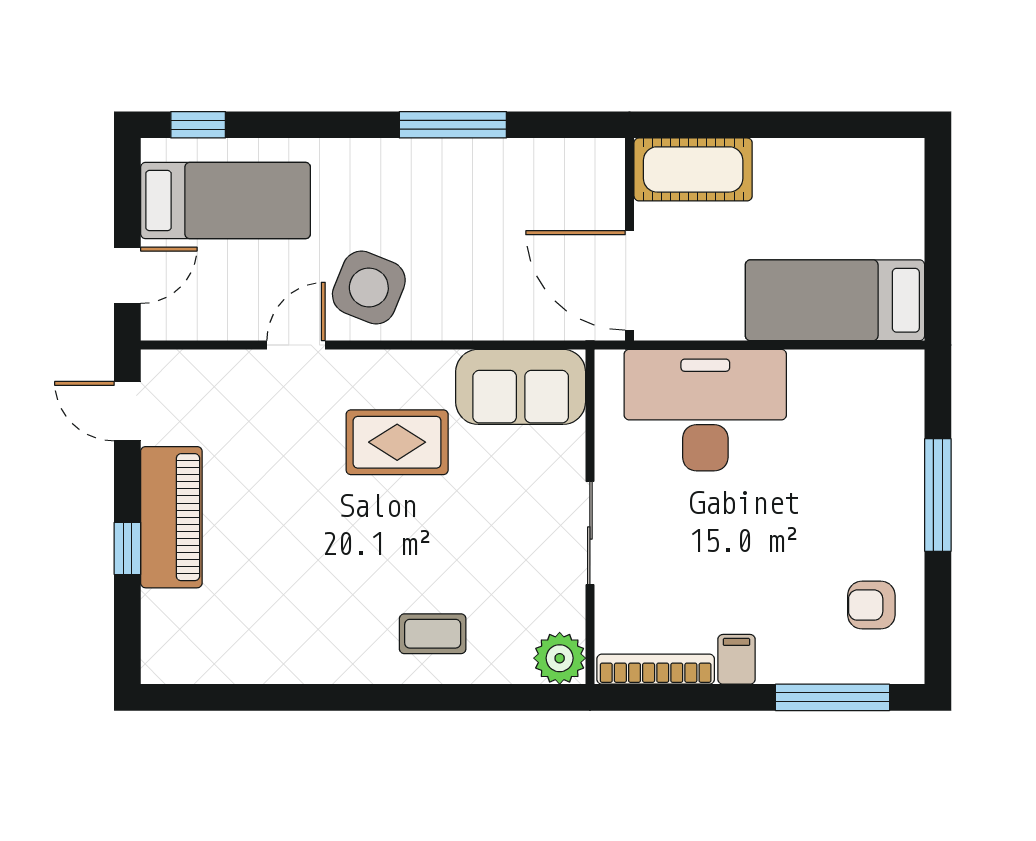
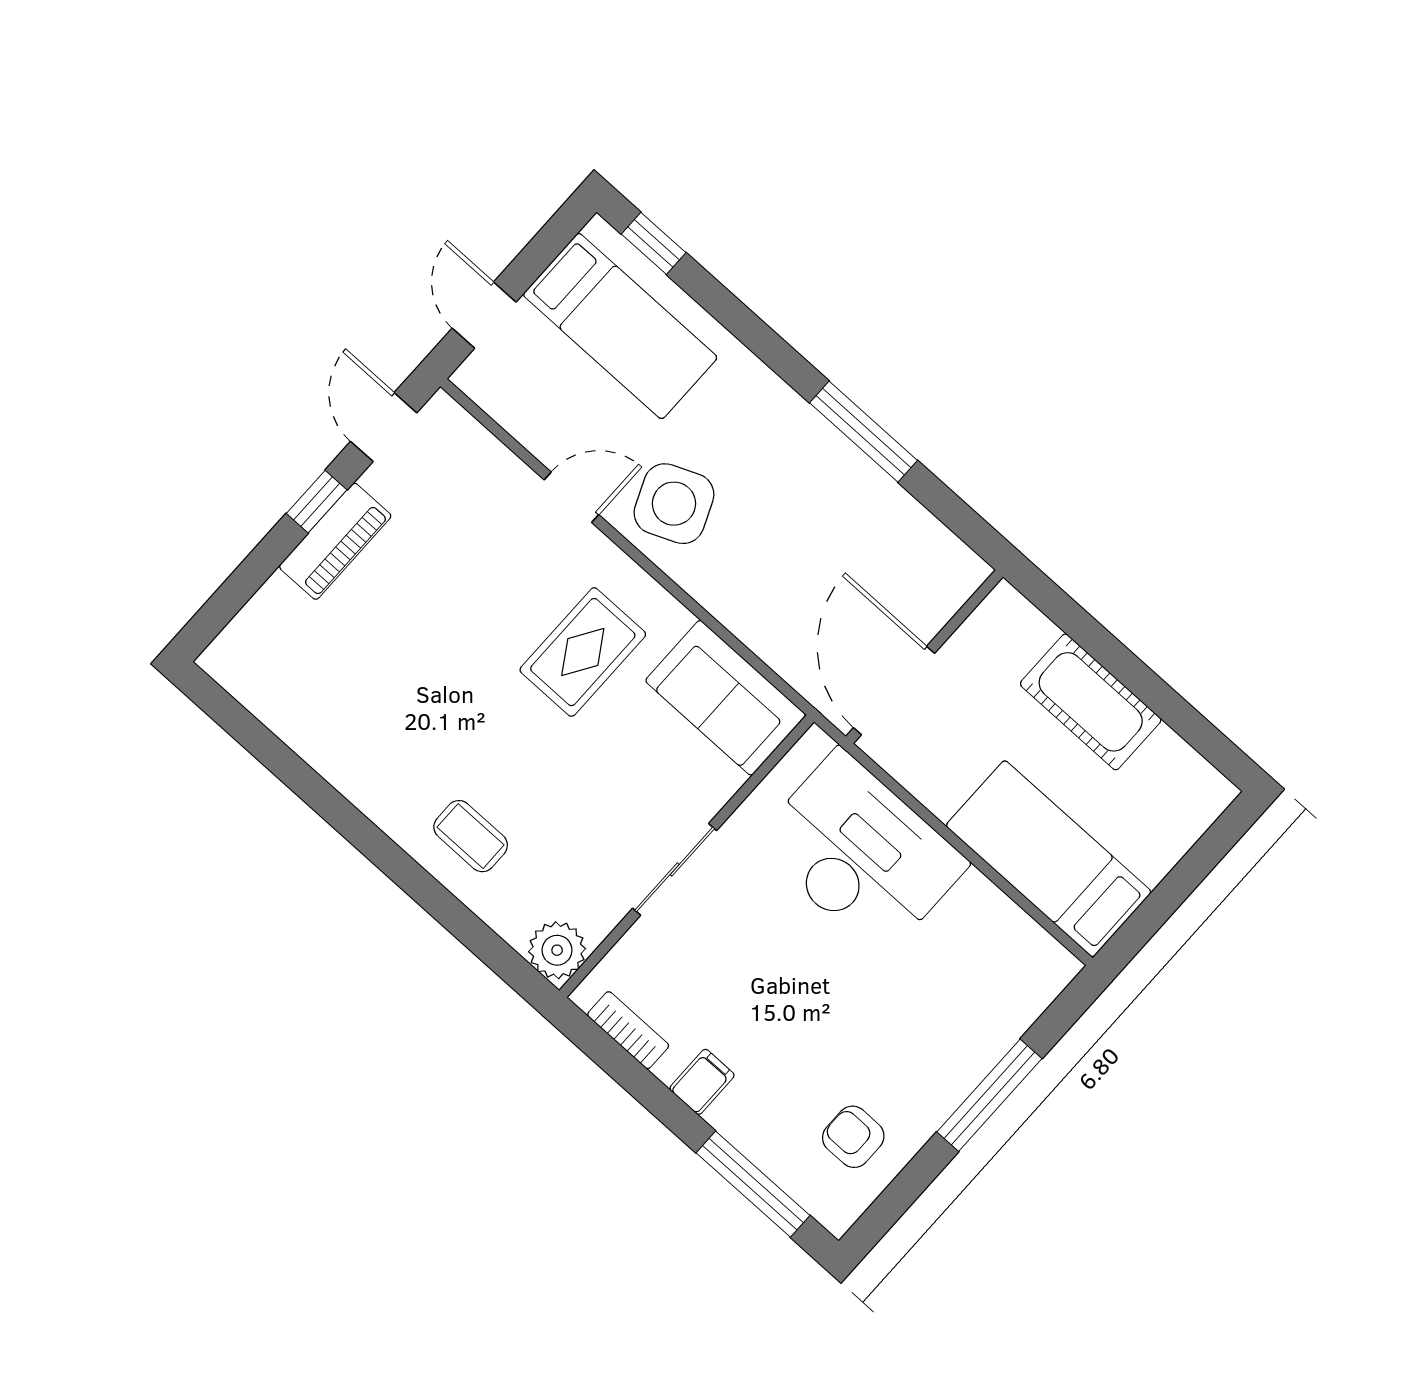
cot: (693, 169) -> (1091, 702), moved
door: (127, 275) -> (484, 315), swing flipped
side table: (369, 288) -> (674, 504), turned 45
rug: (397, 442) -> (583, 652), turned 90
piano: (171, 517) -> (335, 541), width x0.73, depth x0.75
window: (127, 548) -> (317, 502), moved
bookcase: (656, 669) -> (628, 1030), width x0.64

